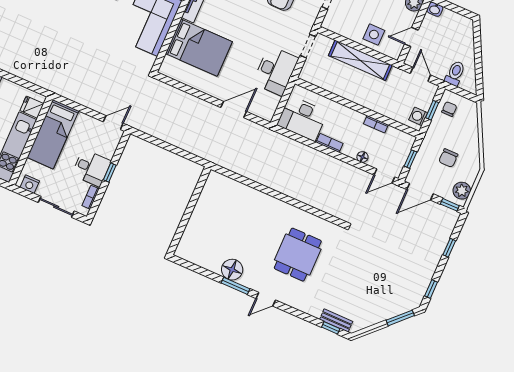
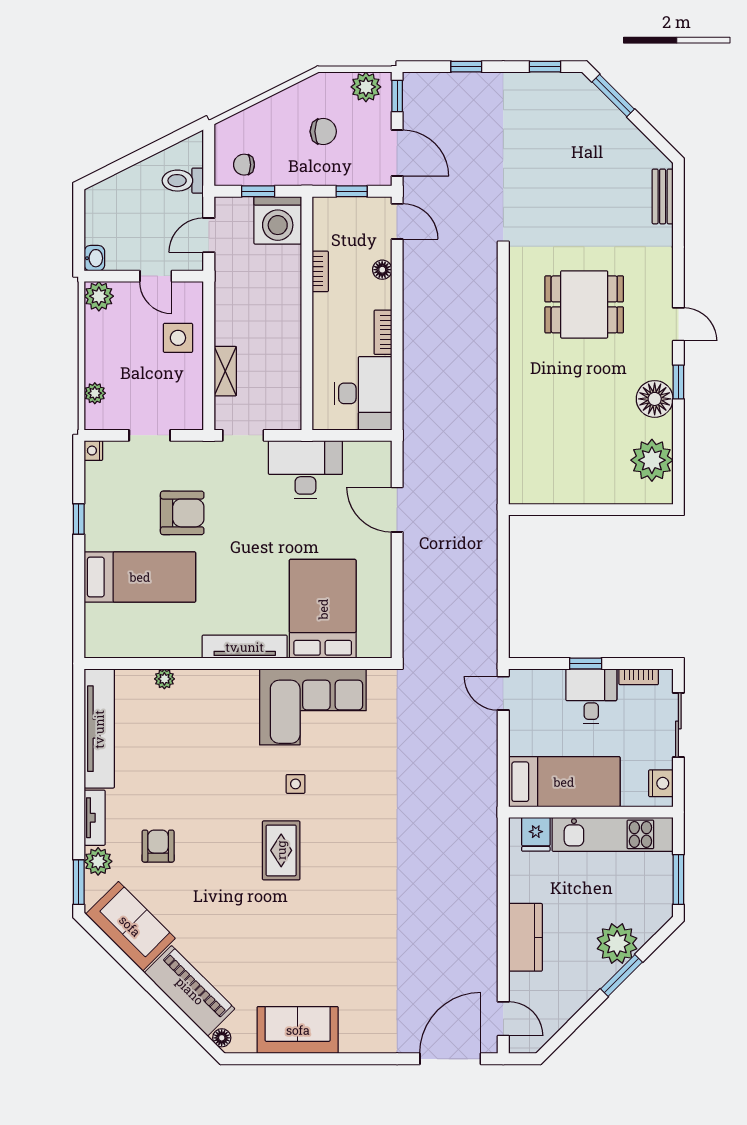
shelving: (360, 60) -> (225, 371), width x0.45, depth x0.75
washing machine: (418, 116) -> (278, 220), width x1.89, depth x1.89
plant: (201, 254) -> (652, 460), added
window: (235, 286) -> (678, 382), width x0.67
window: (331, 328) -> (678, 200), removed

